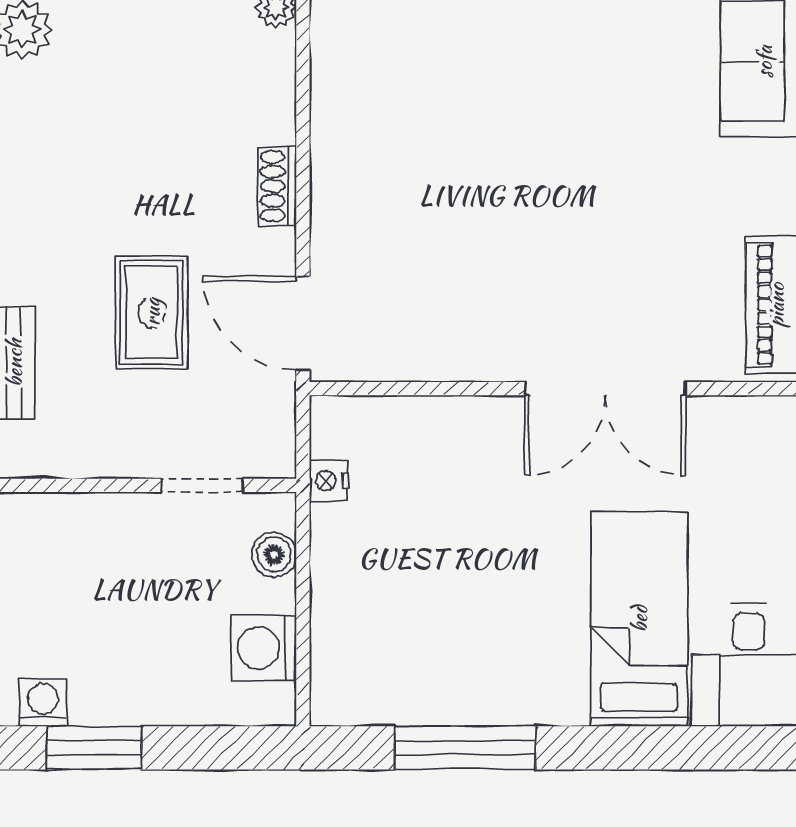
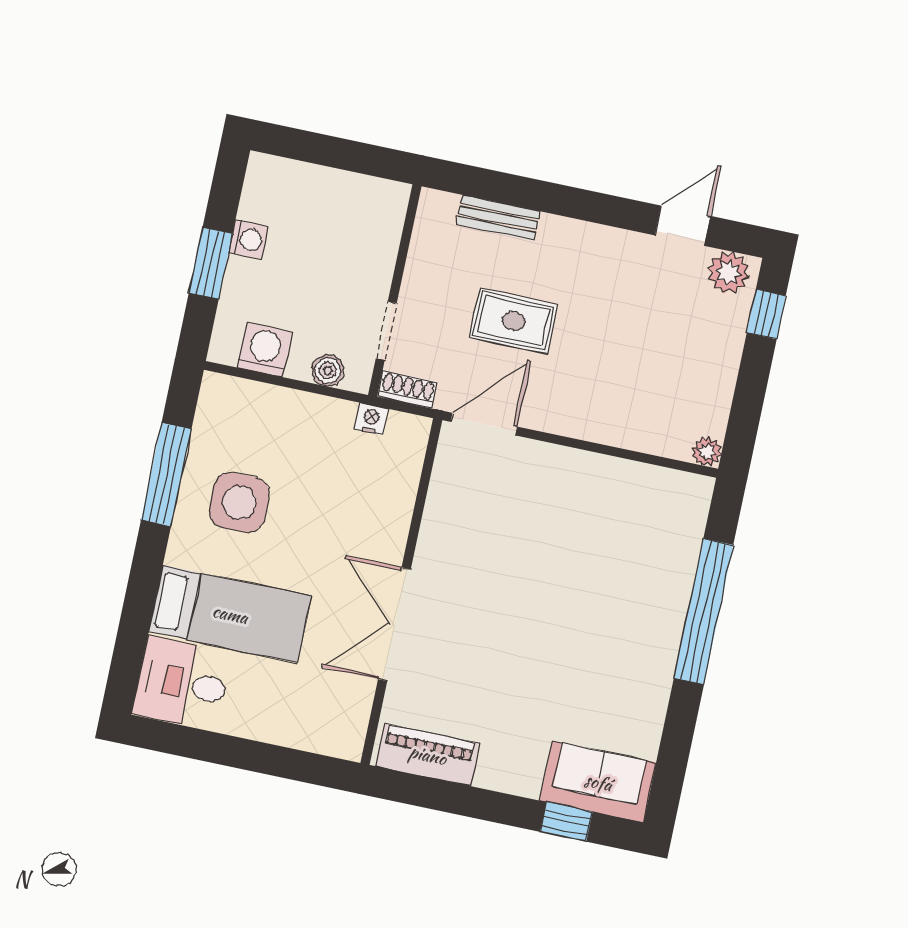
shoe rack: (277, 186) -> (407, 389), moved
side table: (482, 639) -> (239, 502), added
washing machine: (43, 703) -> (248, 240), moved
window: (94, 748) -> (211, 263), moved

